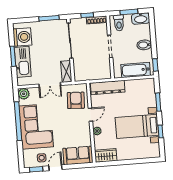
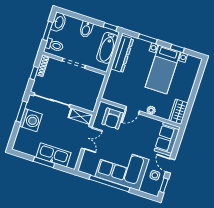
washing machine: (22, 37) -> (31, 120), moved, turned 90
dresser: (108, 88) -> (122, 54), moved
plant: (24, 94) -> (85, 167), removed
armchair: (76, 100) -> (113, 119), turned -93
door: (90, 115) -> (133, 110), swing flipped

